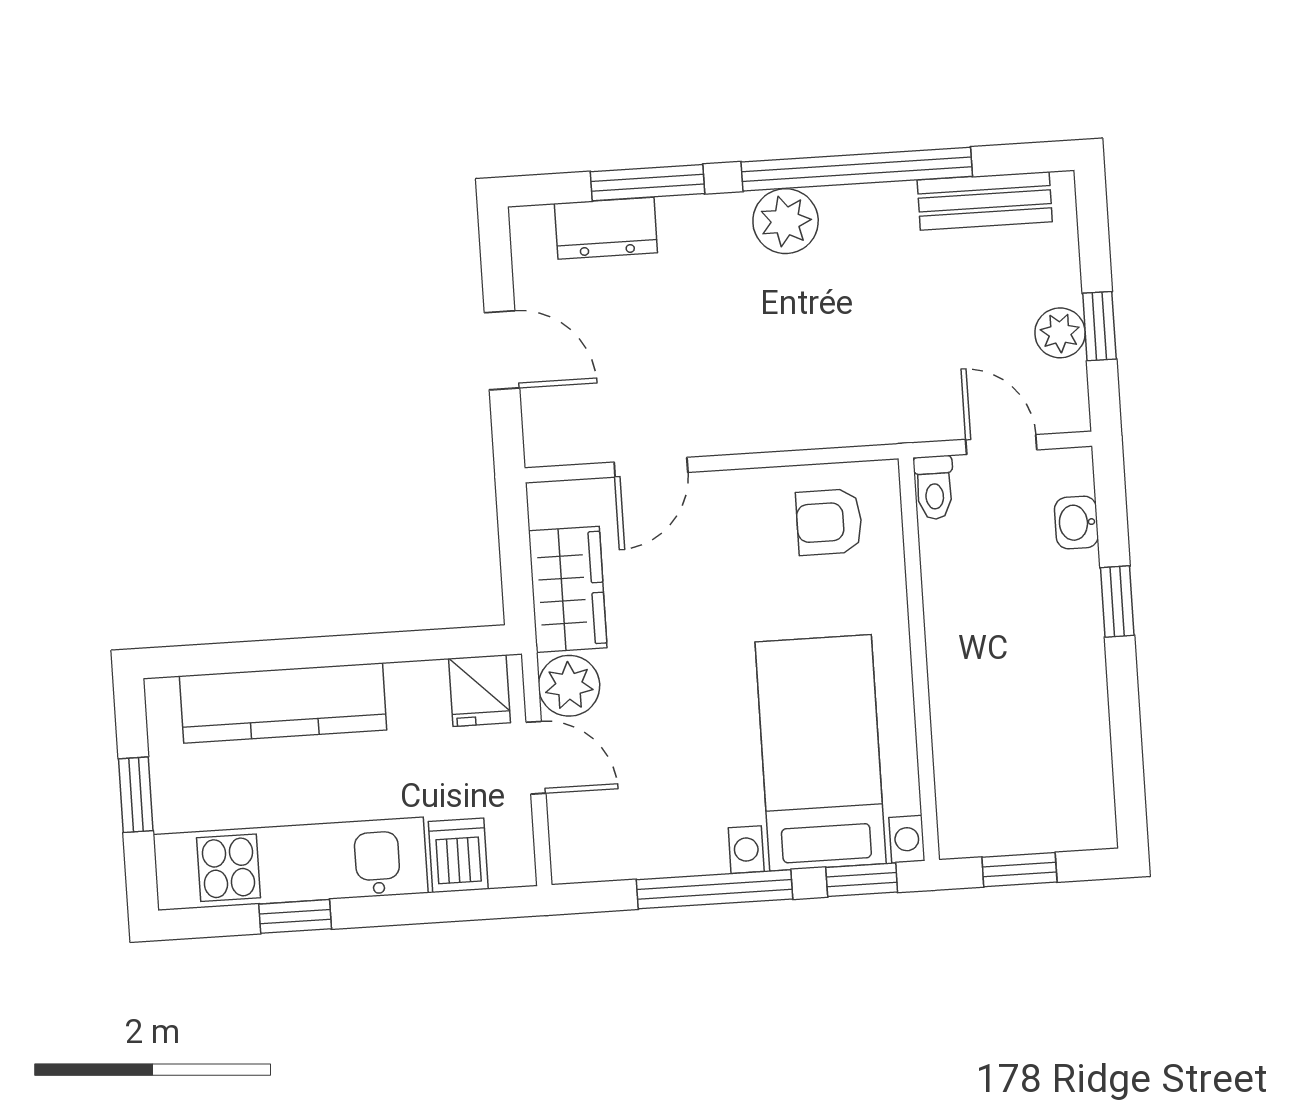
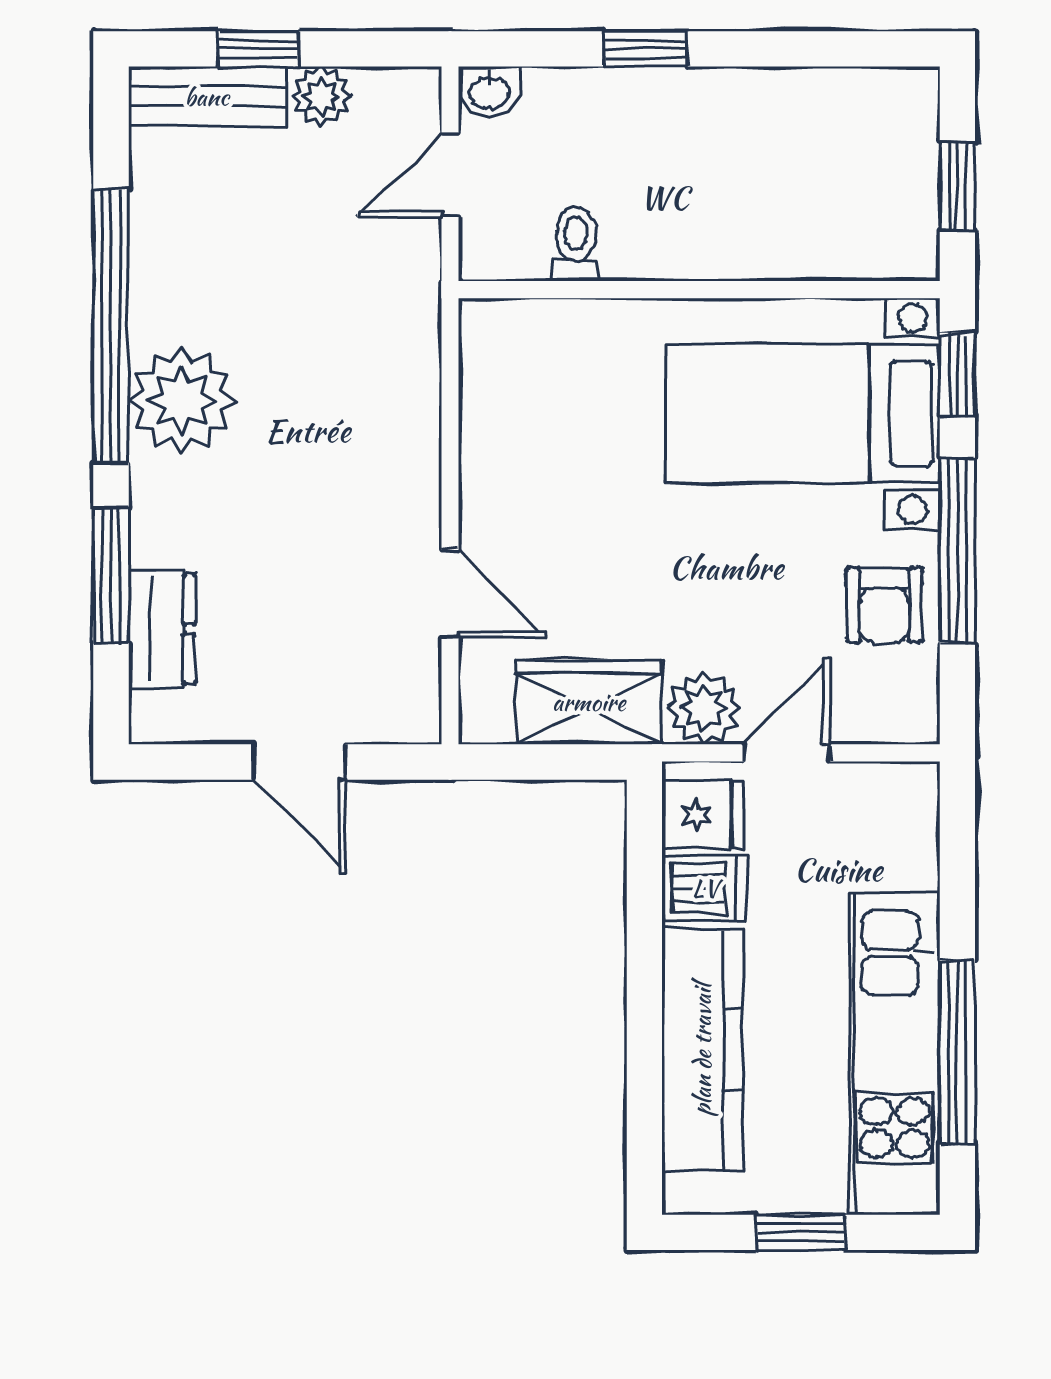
bench: (985, 201) -> (207, 97), moved, turned 90
plant: (786, 221) -> (182, 400), width x1.36, depth x1.36
window: (1099, 326) -> (258, 49), moved
door: (502, 350) -> (299, 762), swing flipped
toilet: (934, 488) -> (576, 244), moved, turned -90
armchair: (829, 522) -> (884, 605), moved
washbasin: (1076, 523) -> (489, 91), moved
dishwasher: (458, 855) -> (705, 888), moved, turned 180
window: (295, 916) -> (957, 1052), width x2.17

